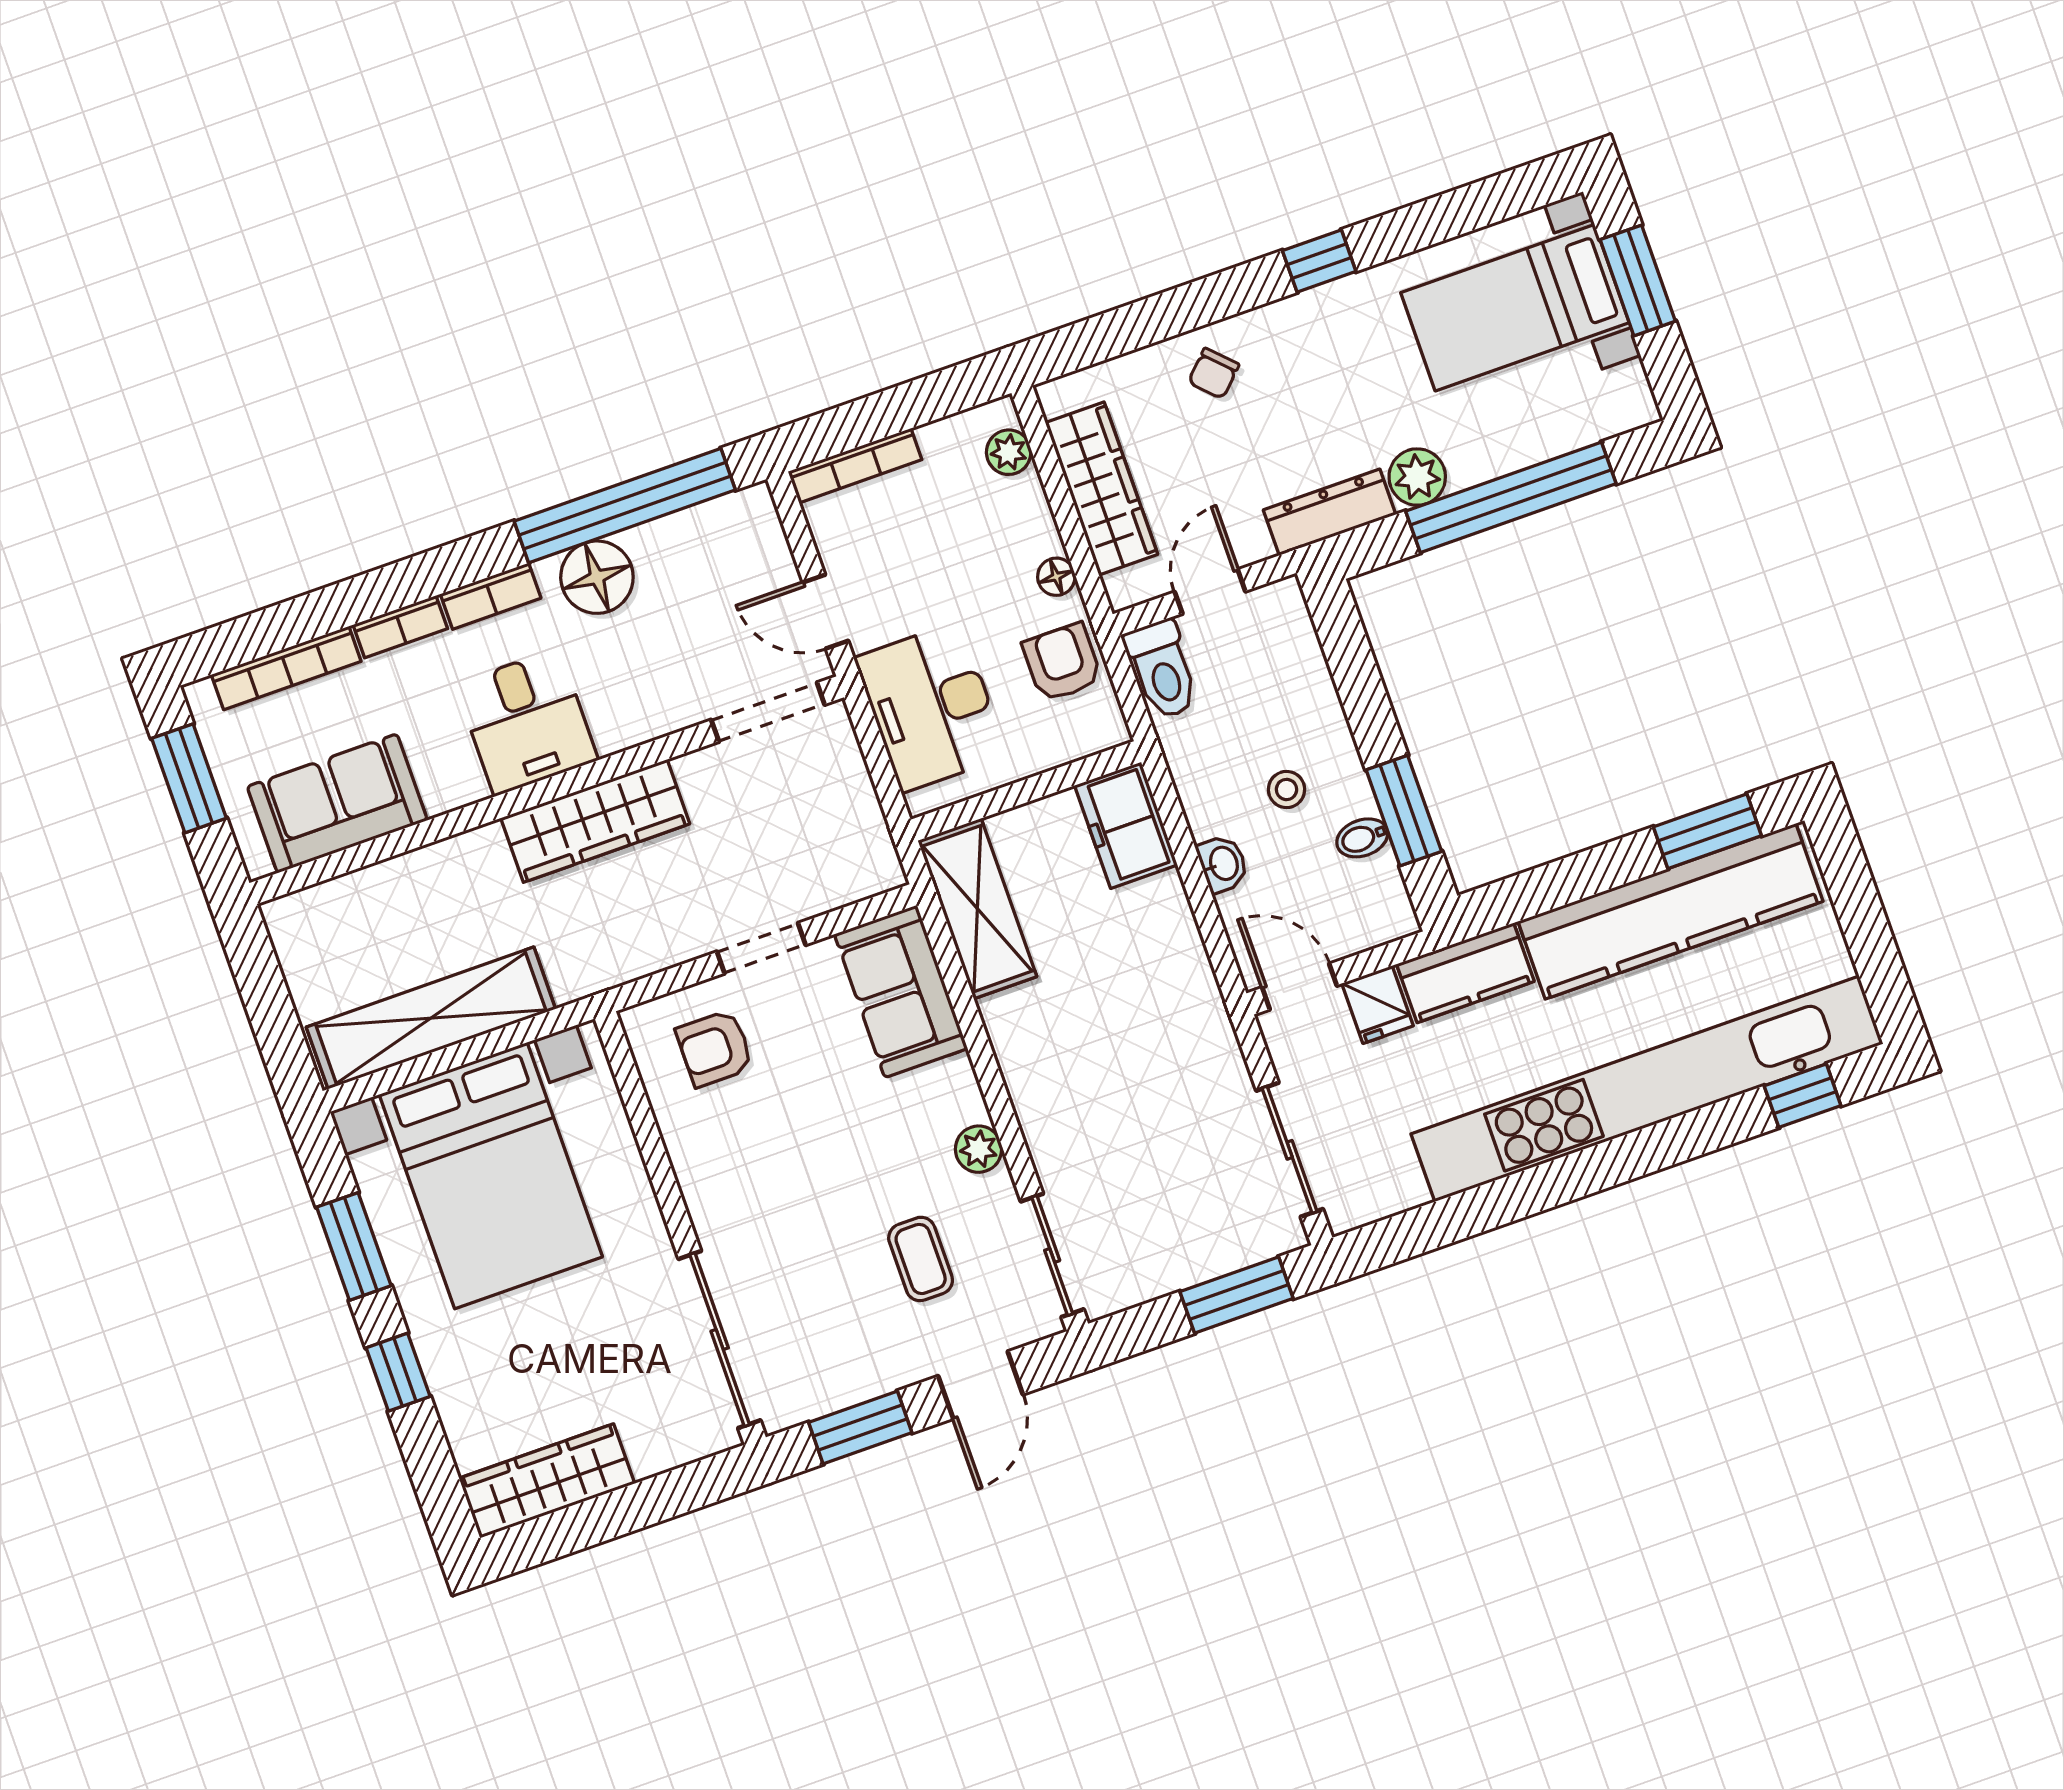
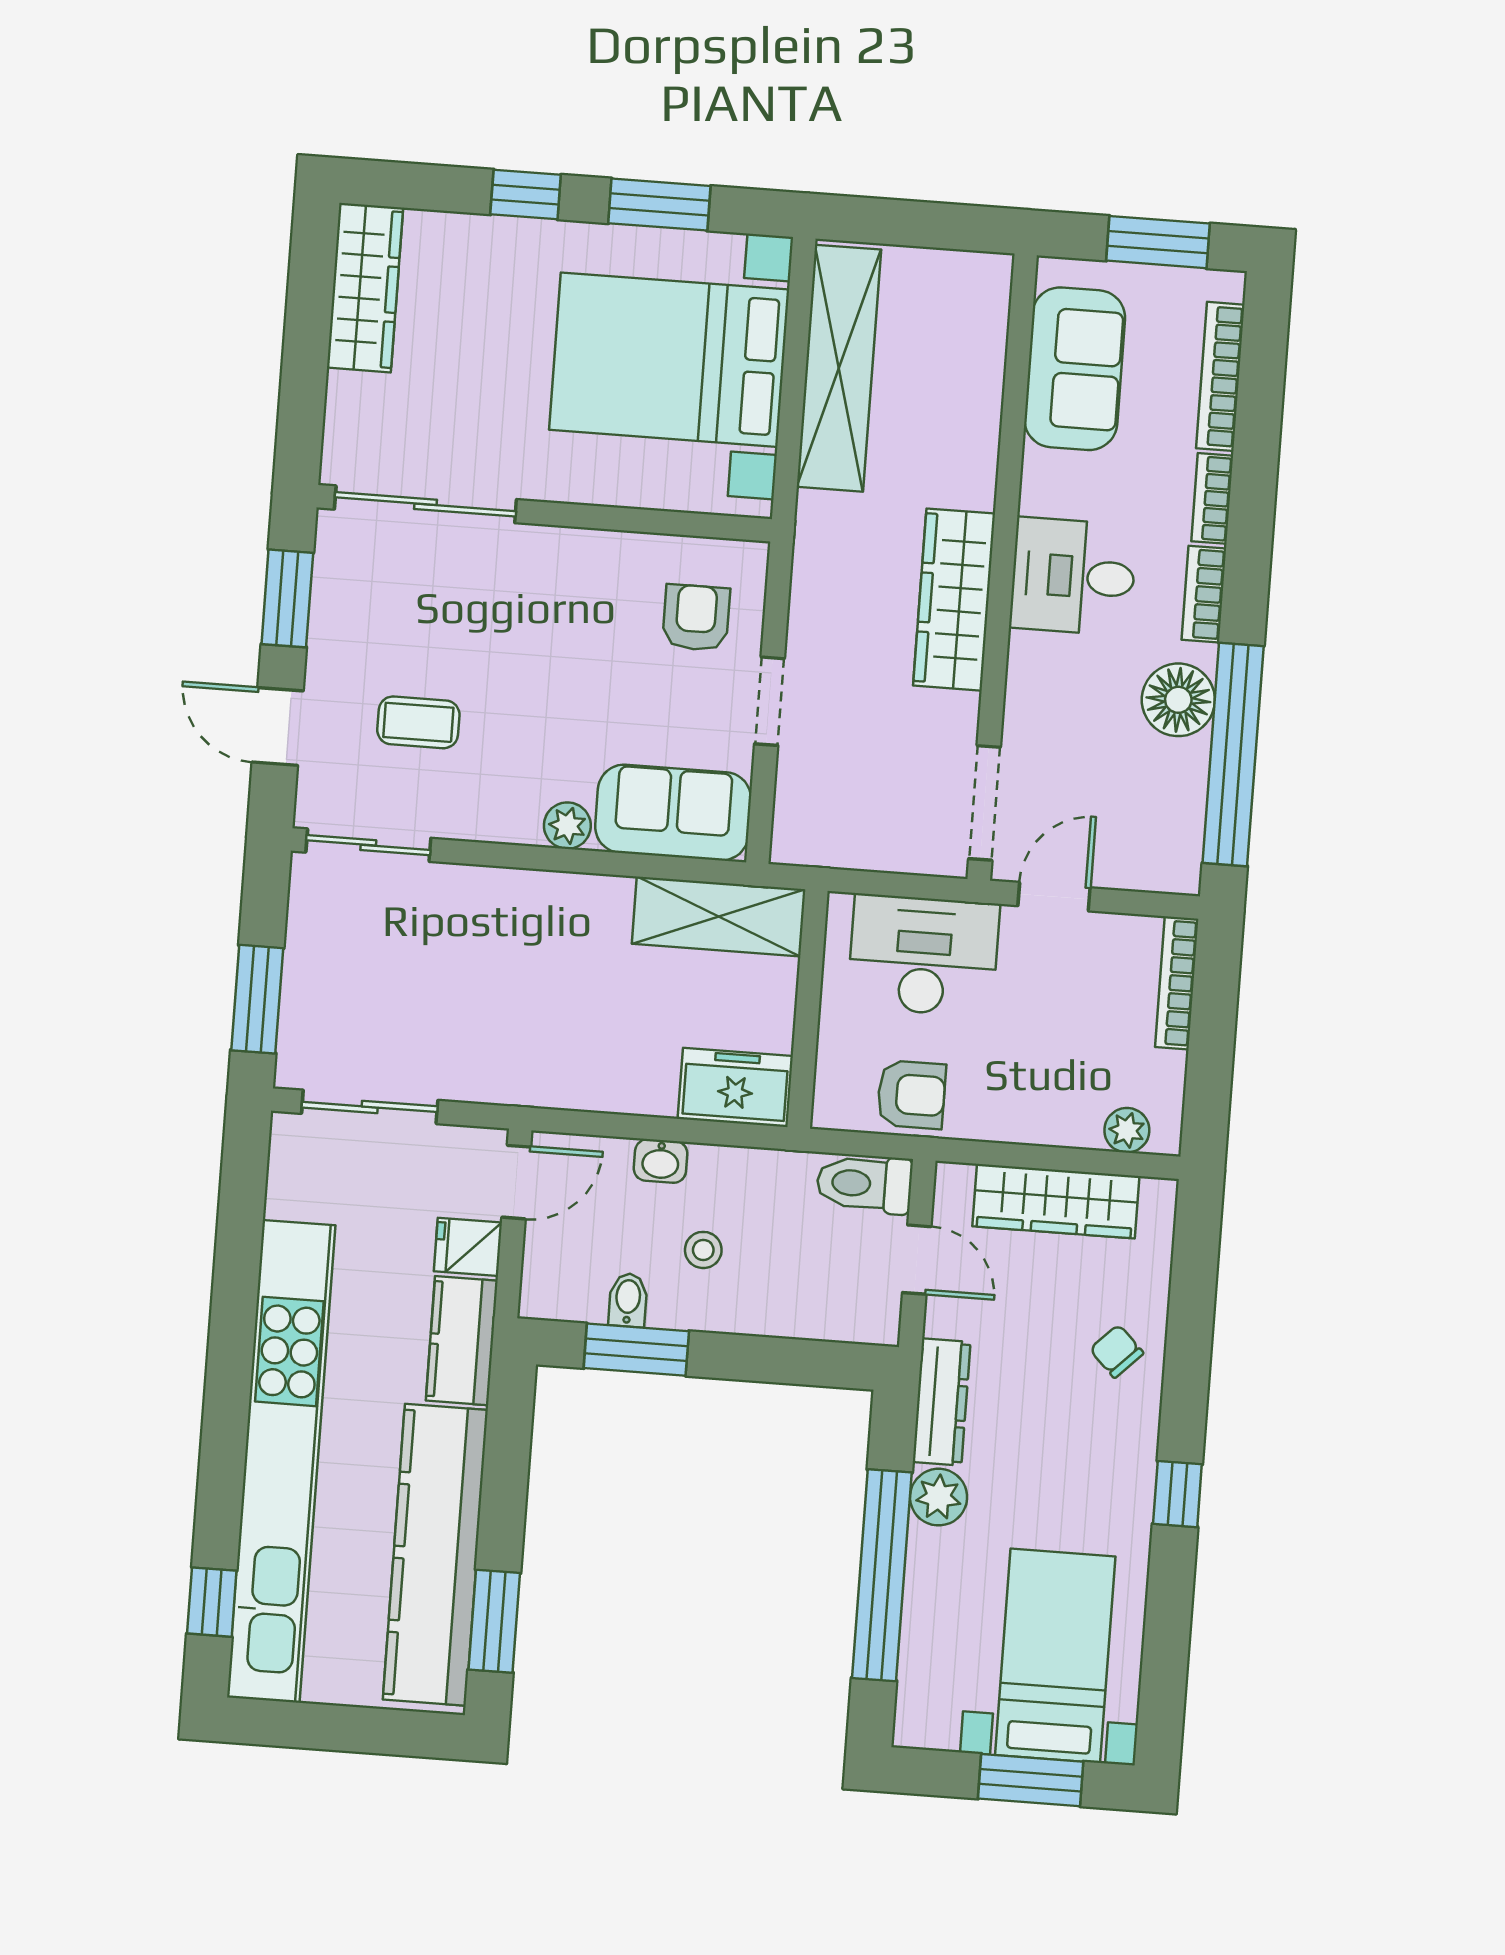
floor lamp: (1056, 577) -> (993, 1124), removed
plant: (979, 1149) -> (567, 826), moved

